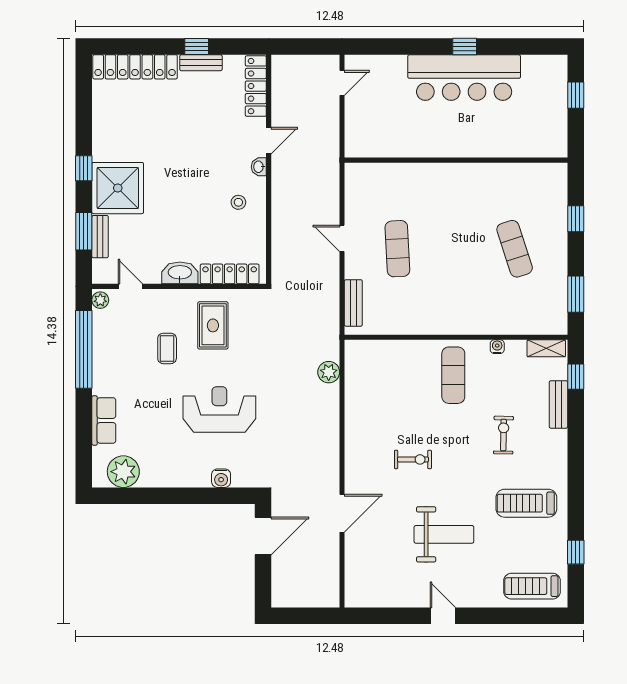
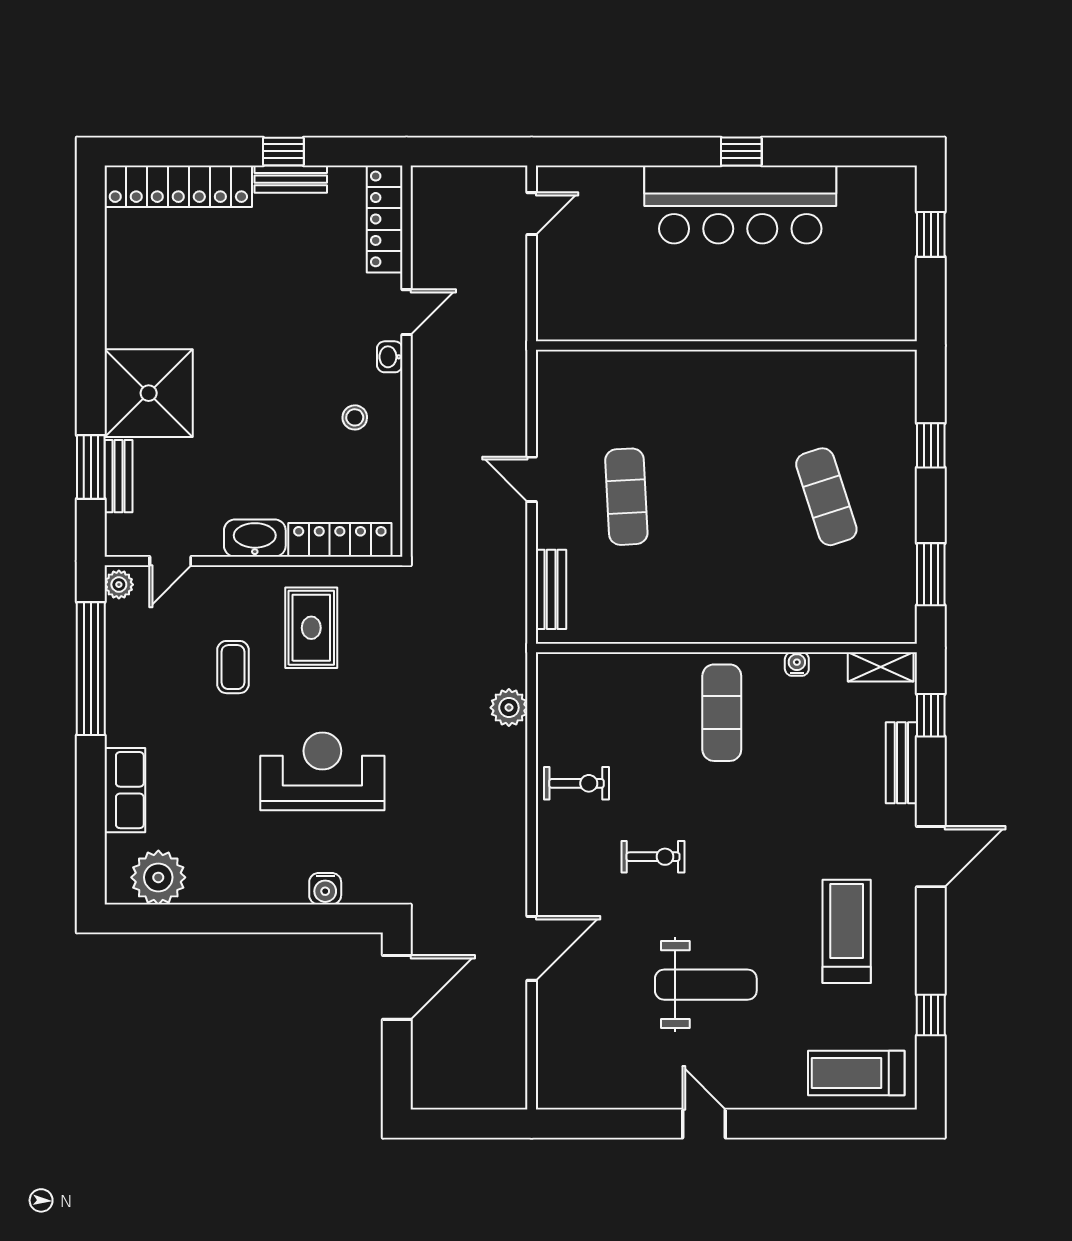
window: (84, 168) -> (91, 359), removed
door: (130, 286) -> (170, 561), swing flipped
exercise bike: (503, 435) -> (576, 783), moved, turned 89
door: (576, 459) -> (931, 857), added
treadmill: (526, 503) -> (847, 931), turned 90

